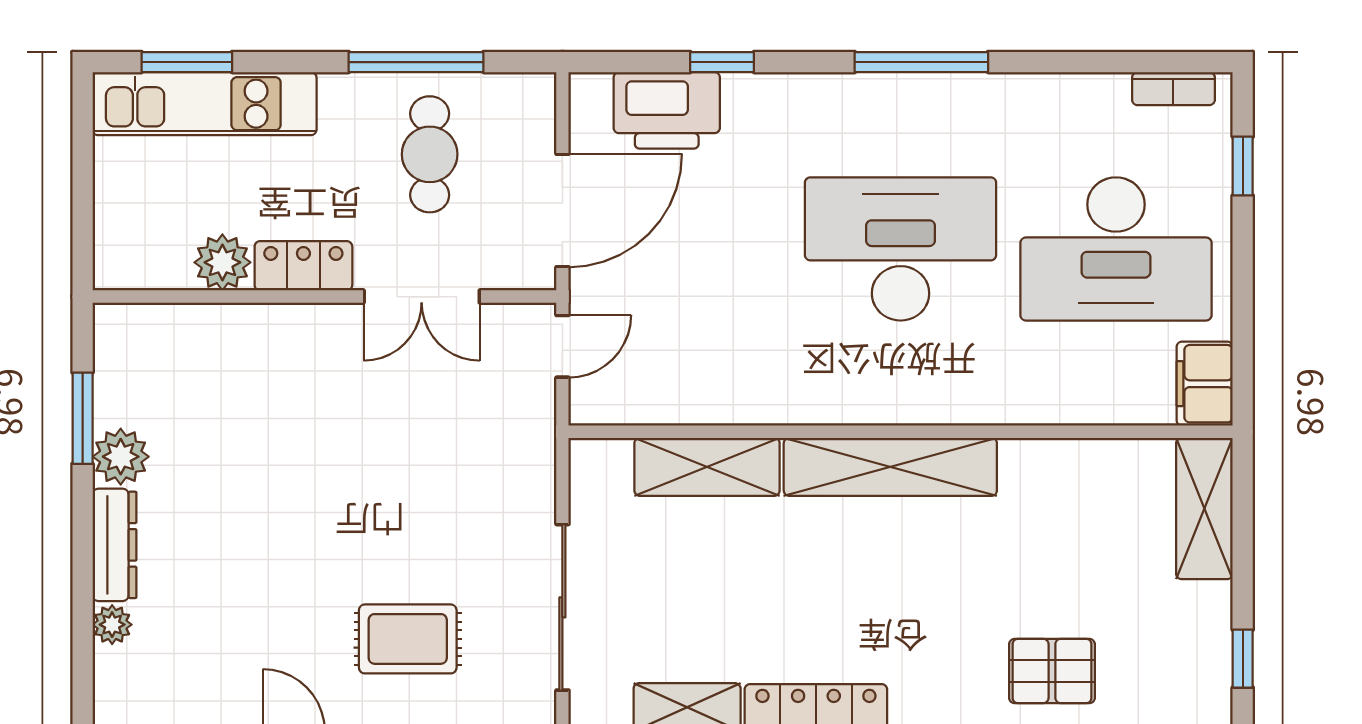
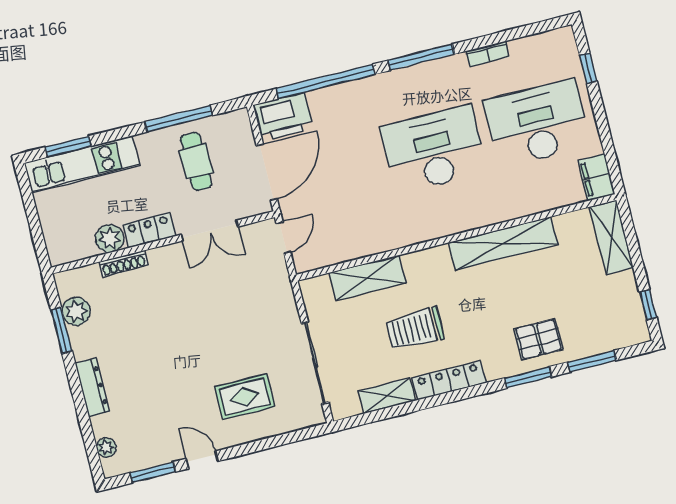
window: (722, 62) -> (325, 81), width x3.17
bookcase: (1173, 89) -> (487, 54), moved
printer: (667, 110) -> (283, 117), moved
desk: (1116, 249) -> (537, 123), turned 180
shoe rack: (237, 318) -> (123, 264), added
plant: (121, 457) -> (76, 311), moved
shelving: (890, 467) -> (503, 243), moved
trolley: (774, 591) -> (415, 329), added
plant: (112, 625) -> (106, 447), moved
pallet: (1052, 671) -> (539, 339), moved

